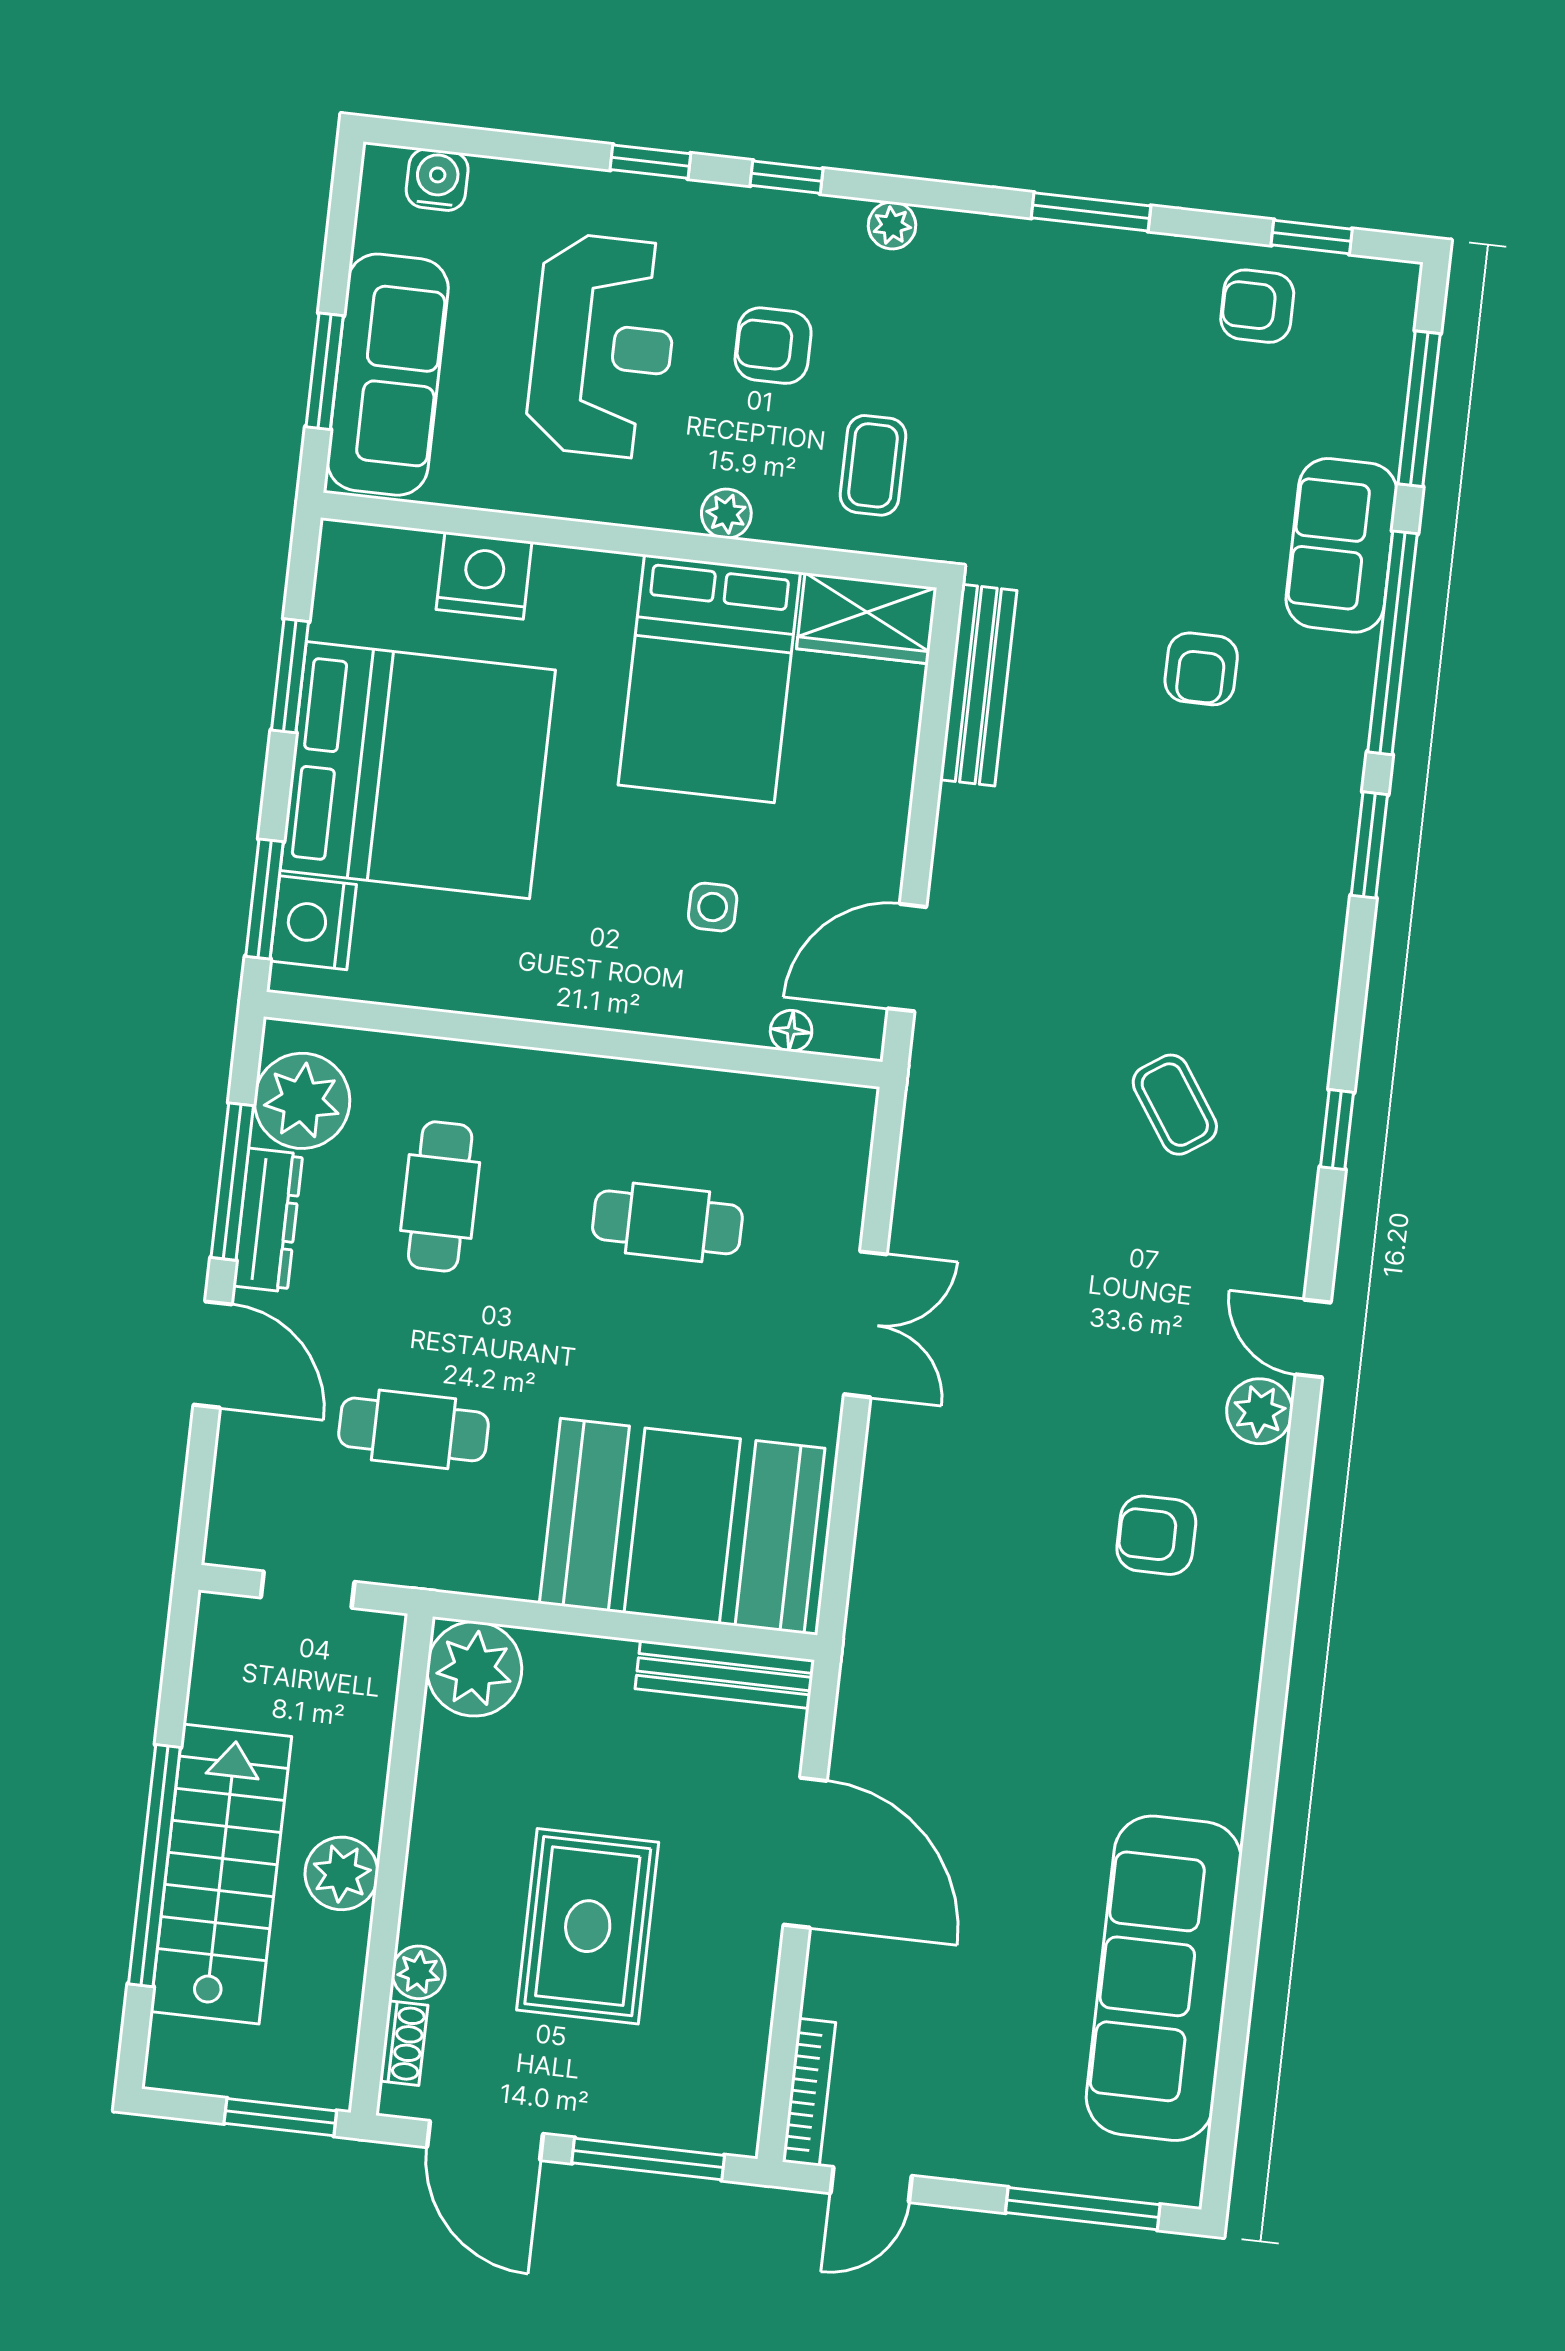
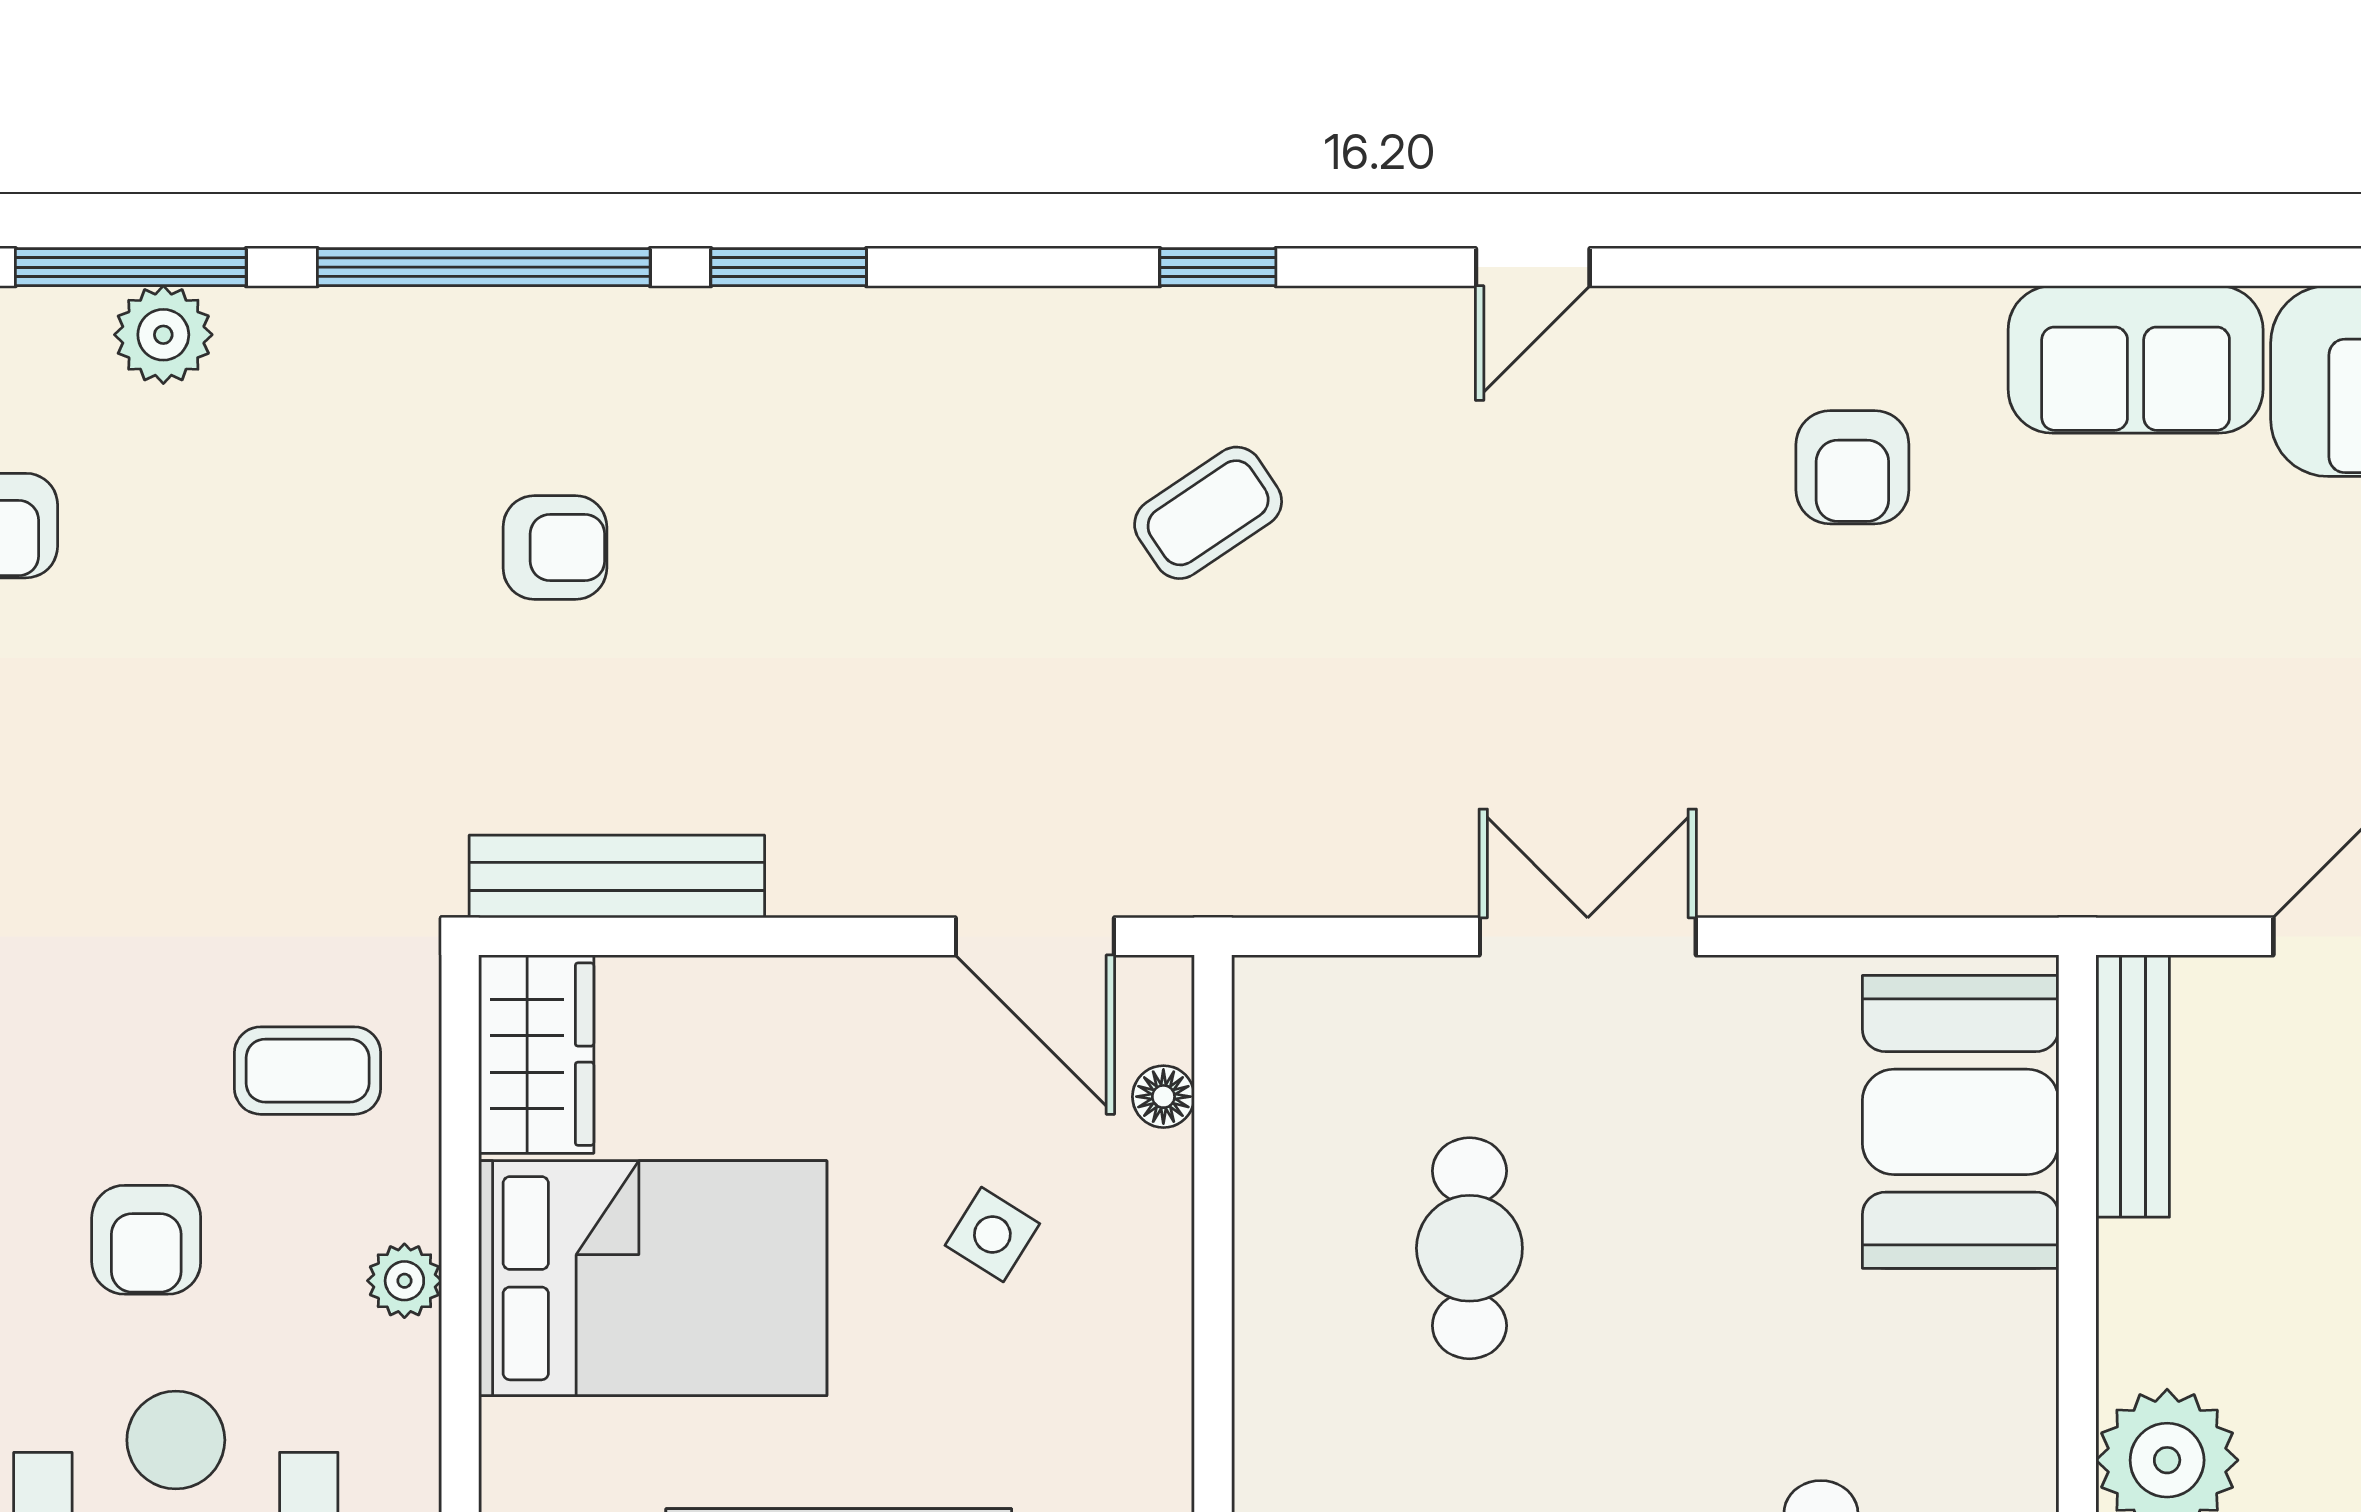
sofa: (1341, 545) -> (2136, 359), moved
side table: (713, 907) -> (992, 1234), turned 32
plant: (1259, 1411) -> (163, 335), moved
booth: (682, 1526) -> (1961, 1122), width x0.73, depth x0.70

